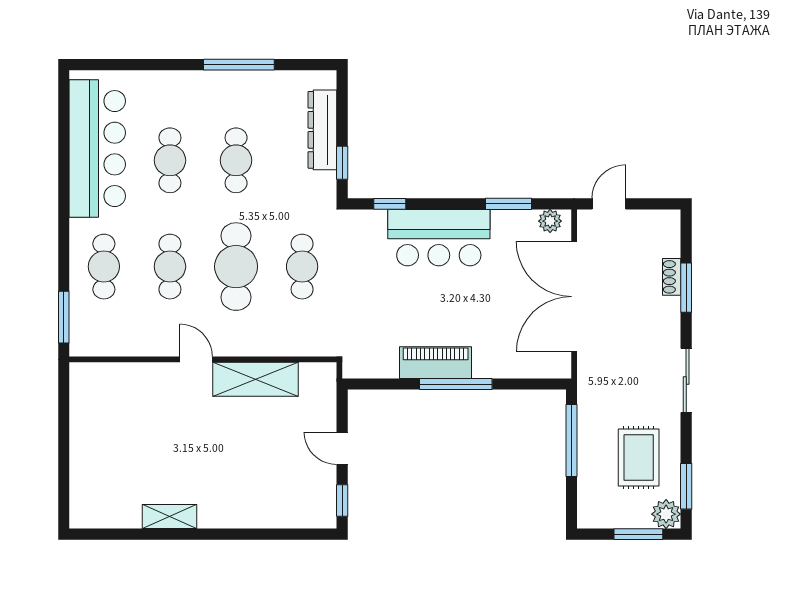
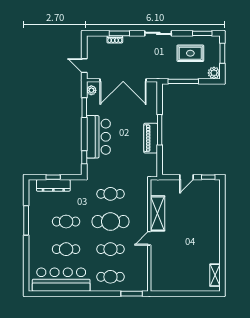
window: (342, 163) -> (53, 177), moved
plant: (666, 514) -> (214, 73), moved
shelving: (169, 517) -> (215, 275), moved

